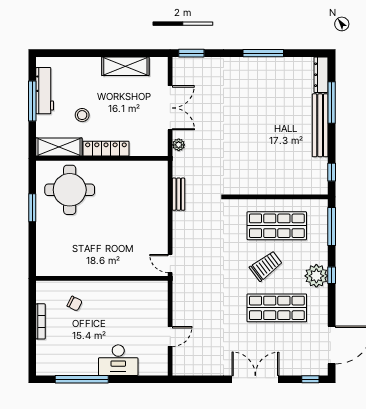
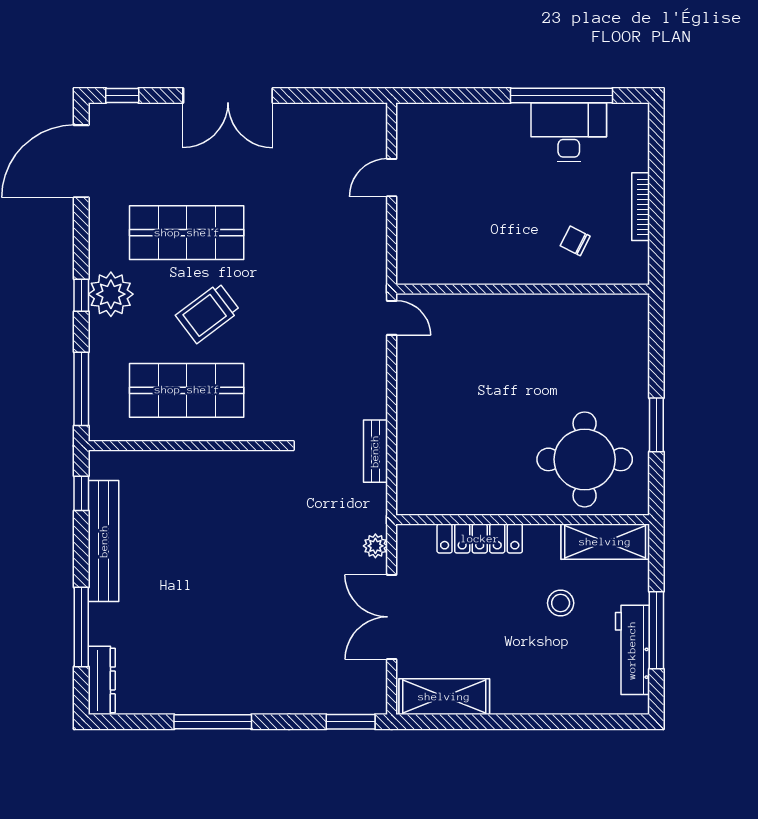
shelving: (125, 66) -> (444, 697), moved
bench: (320, 125) -> (104, 541), moved
locker: (106, 149) -> (480, 539), moved
desk: (118, 360) -> (569, 132), moved

